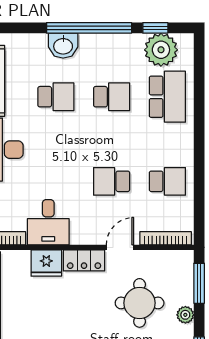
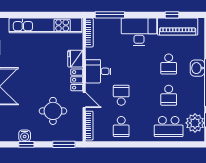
desk: (48, 222) -> (98, 71), moved
plant: (185, 315) -> (46, 137), removed

